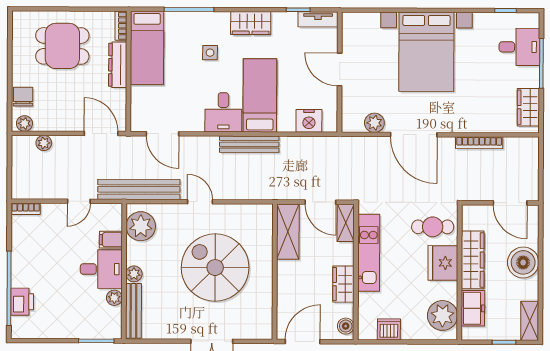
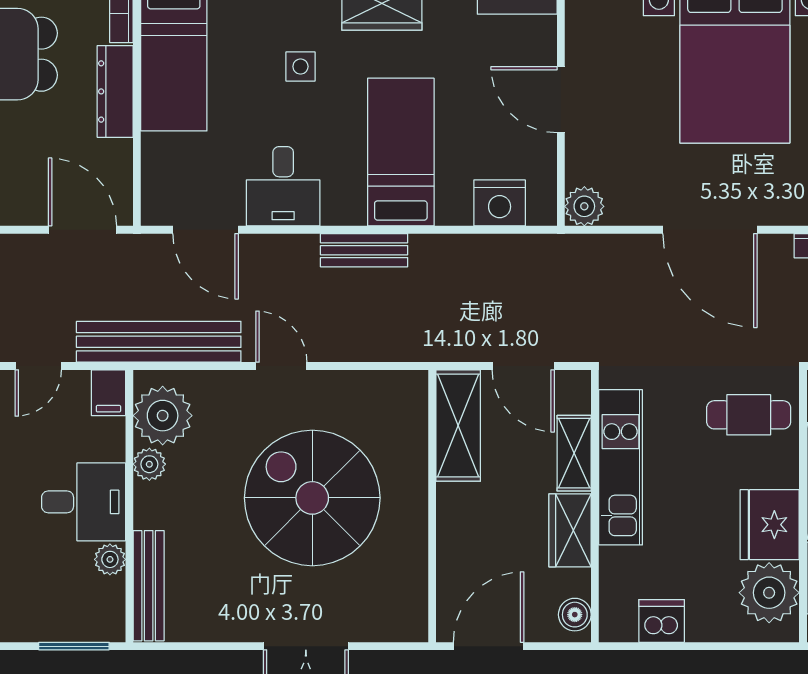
desk: (223, 112) -> (283, 186), moved
plant: (374, 123) -> (584, 206), moved
bench: (249, 144) -> (364, 250), width x0.73
shelving: (346, 223) -> (574, 453), moved
filing cabinet: (111, 240) -> (108, 393), moved, turned -90
fridge: (443, 263) -> (770, 525), moved
plant: (134, 274) -> (149, 464), moved

